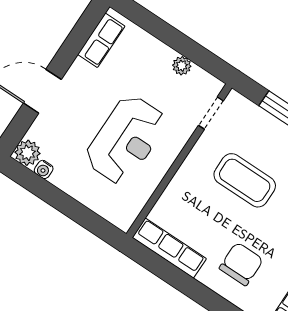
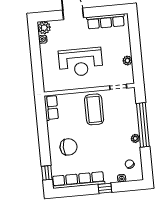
row of seats: (101, 40) -> (106, 21), width x1.48
coffee table: (245, 180) -> (94, 109), moved
row of seats: (169, 248) -> (51, 108), width x0.68

